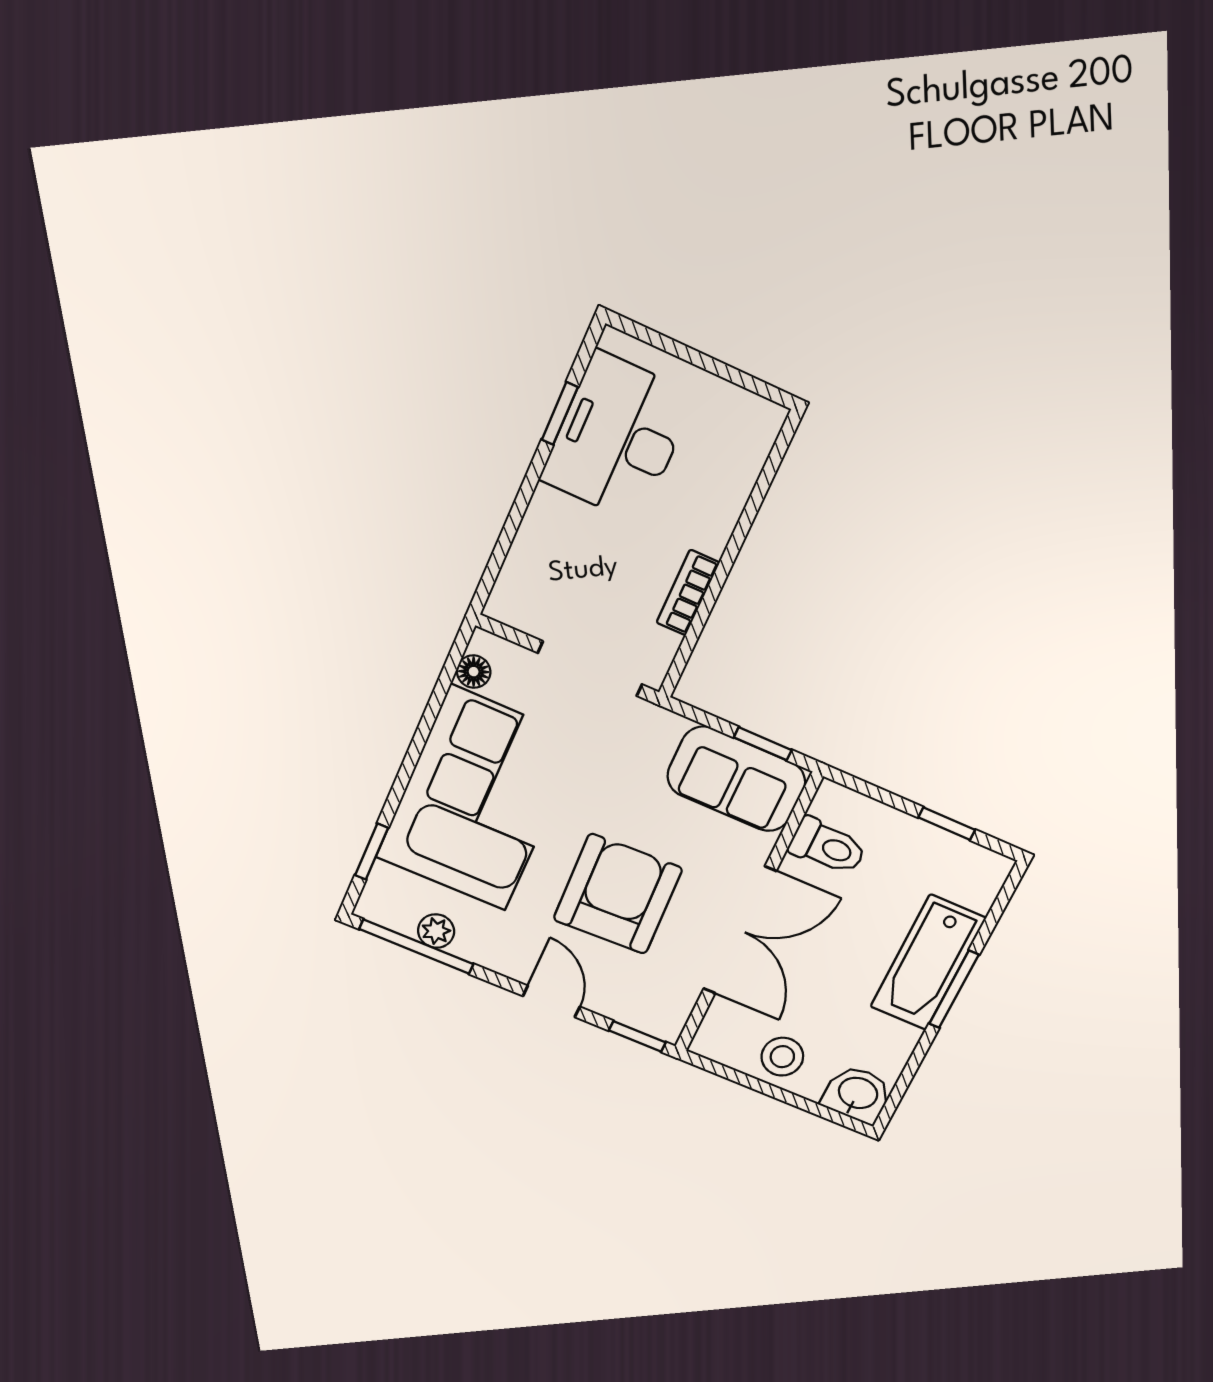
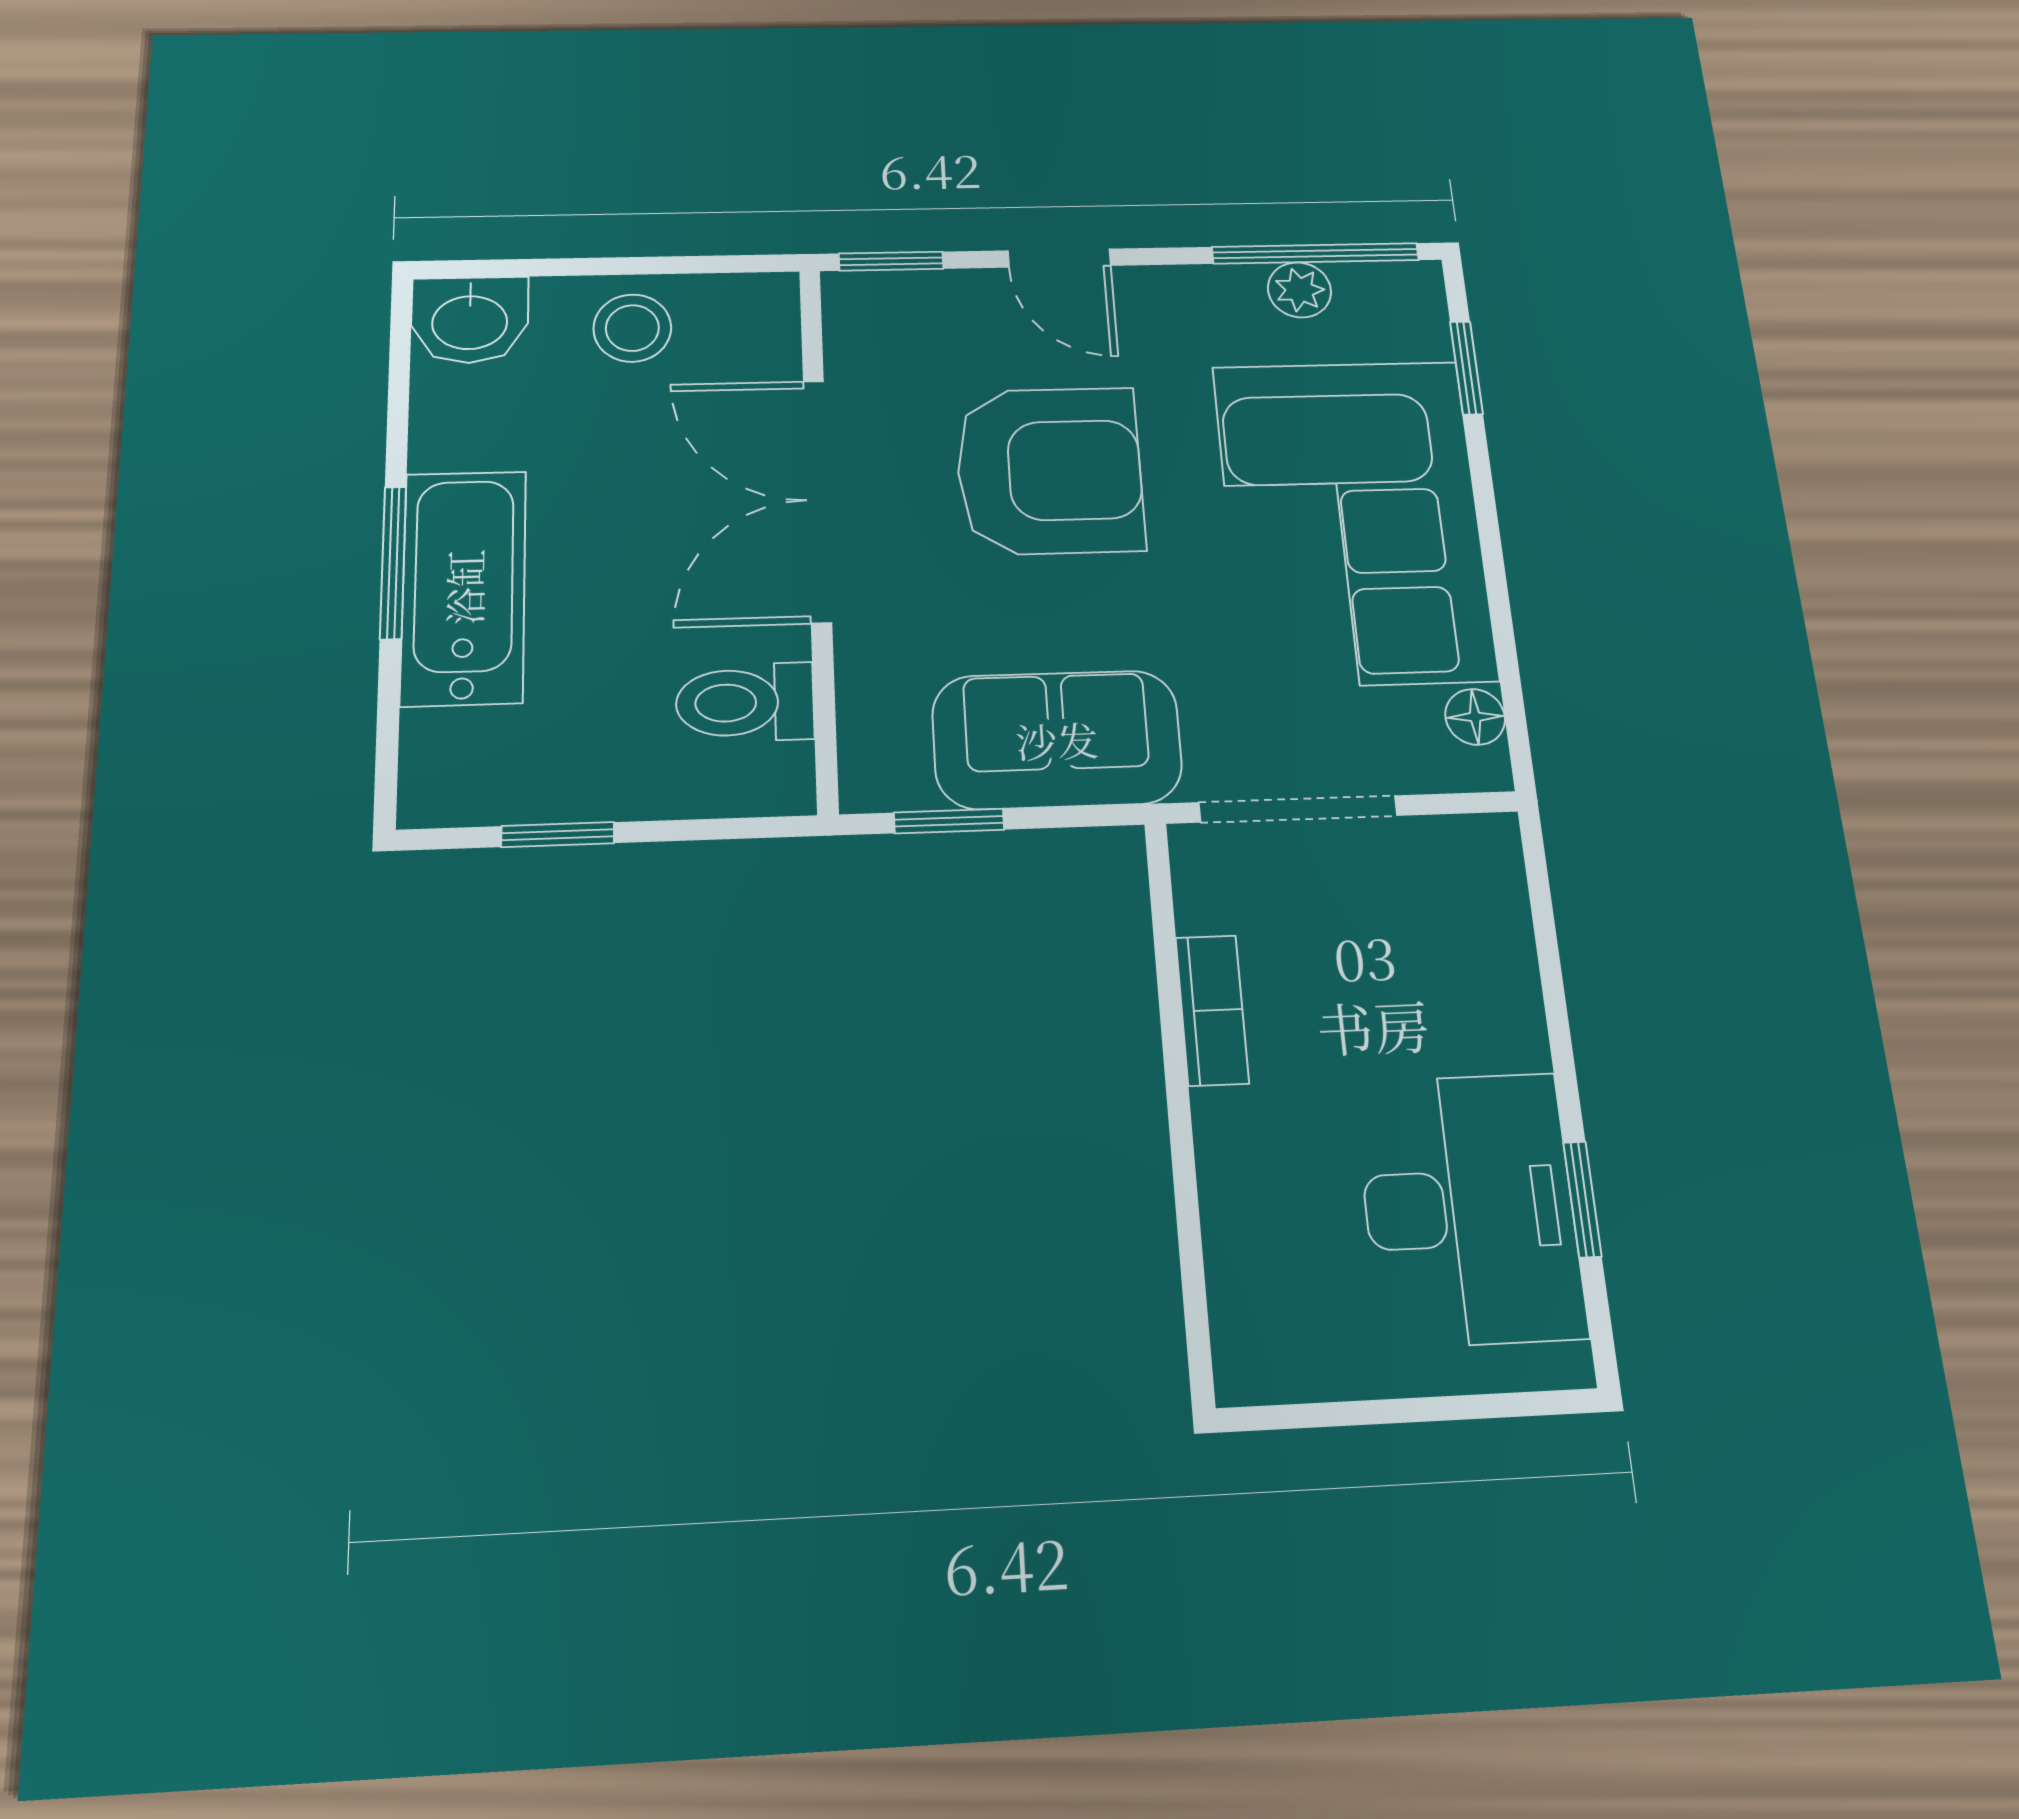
sofa: (736, 779) -> (1057, 740), moved
armchair: (618, 894) -> (1049, 471), turned -88

